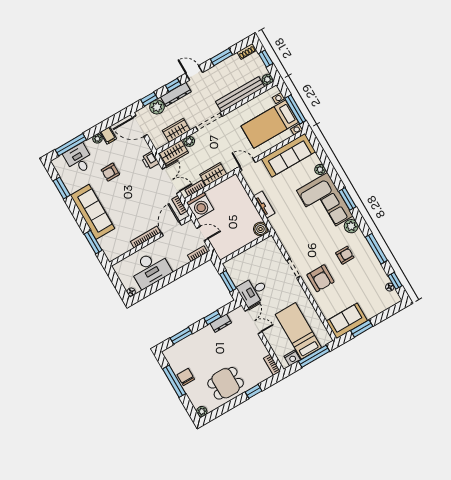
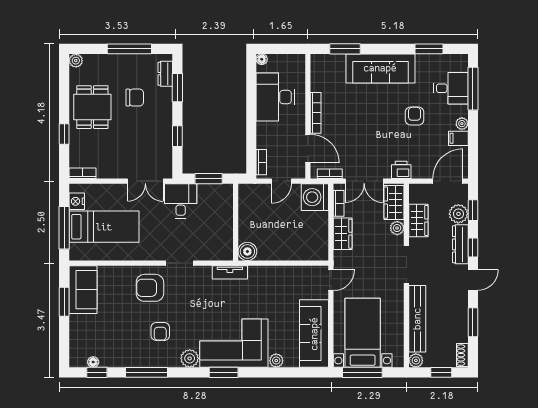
tv unit: (264, 205) -> (230, 272), moved
dresser: (221, 323) -> (165, 74), moved
chair: (186, 377) -> (135, 98), moved

